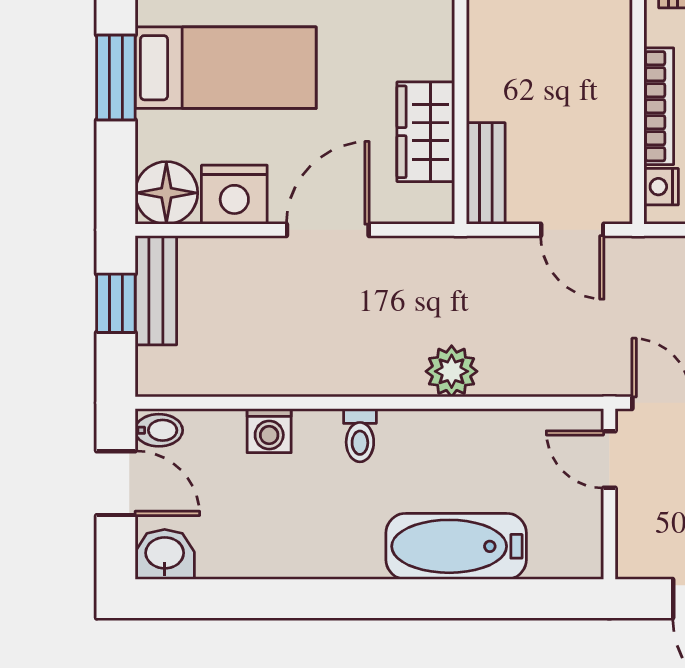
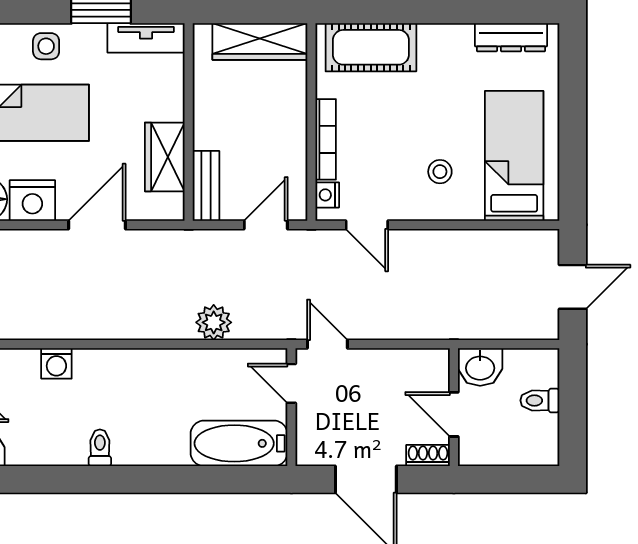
door: (572, 230) -> (266, 225), swing flipped
plant: (452, 371) -> (214, 322), moved
toilet: (360, 435) -> (100, 448), moved, turned 180
bathtub: (456, 546) -> (239, 443), moved

